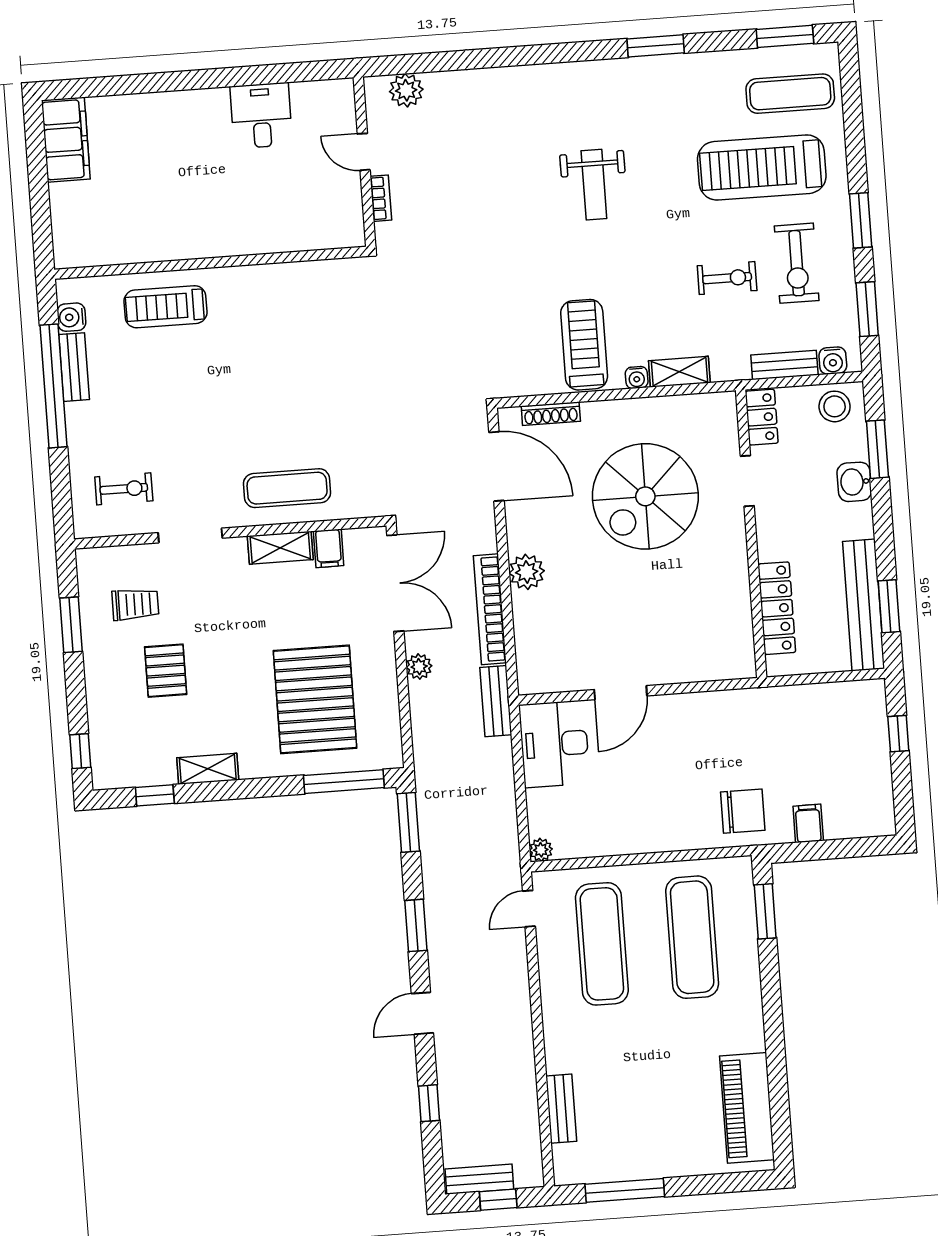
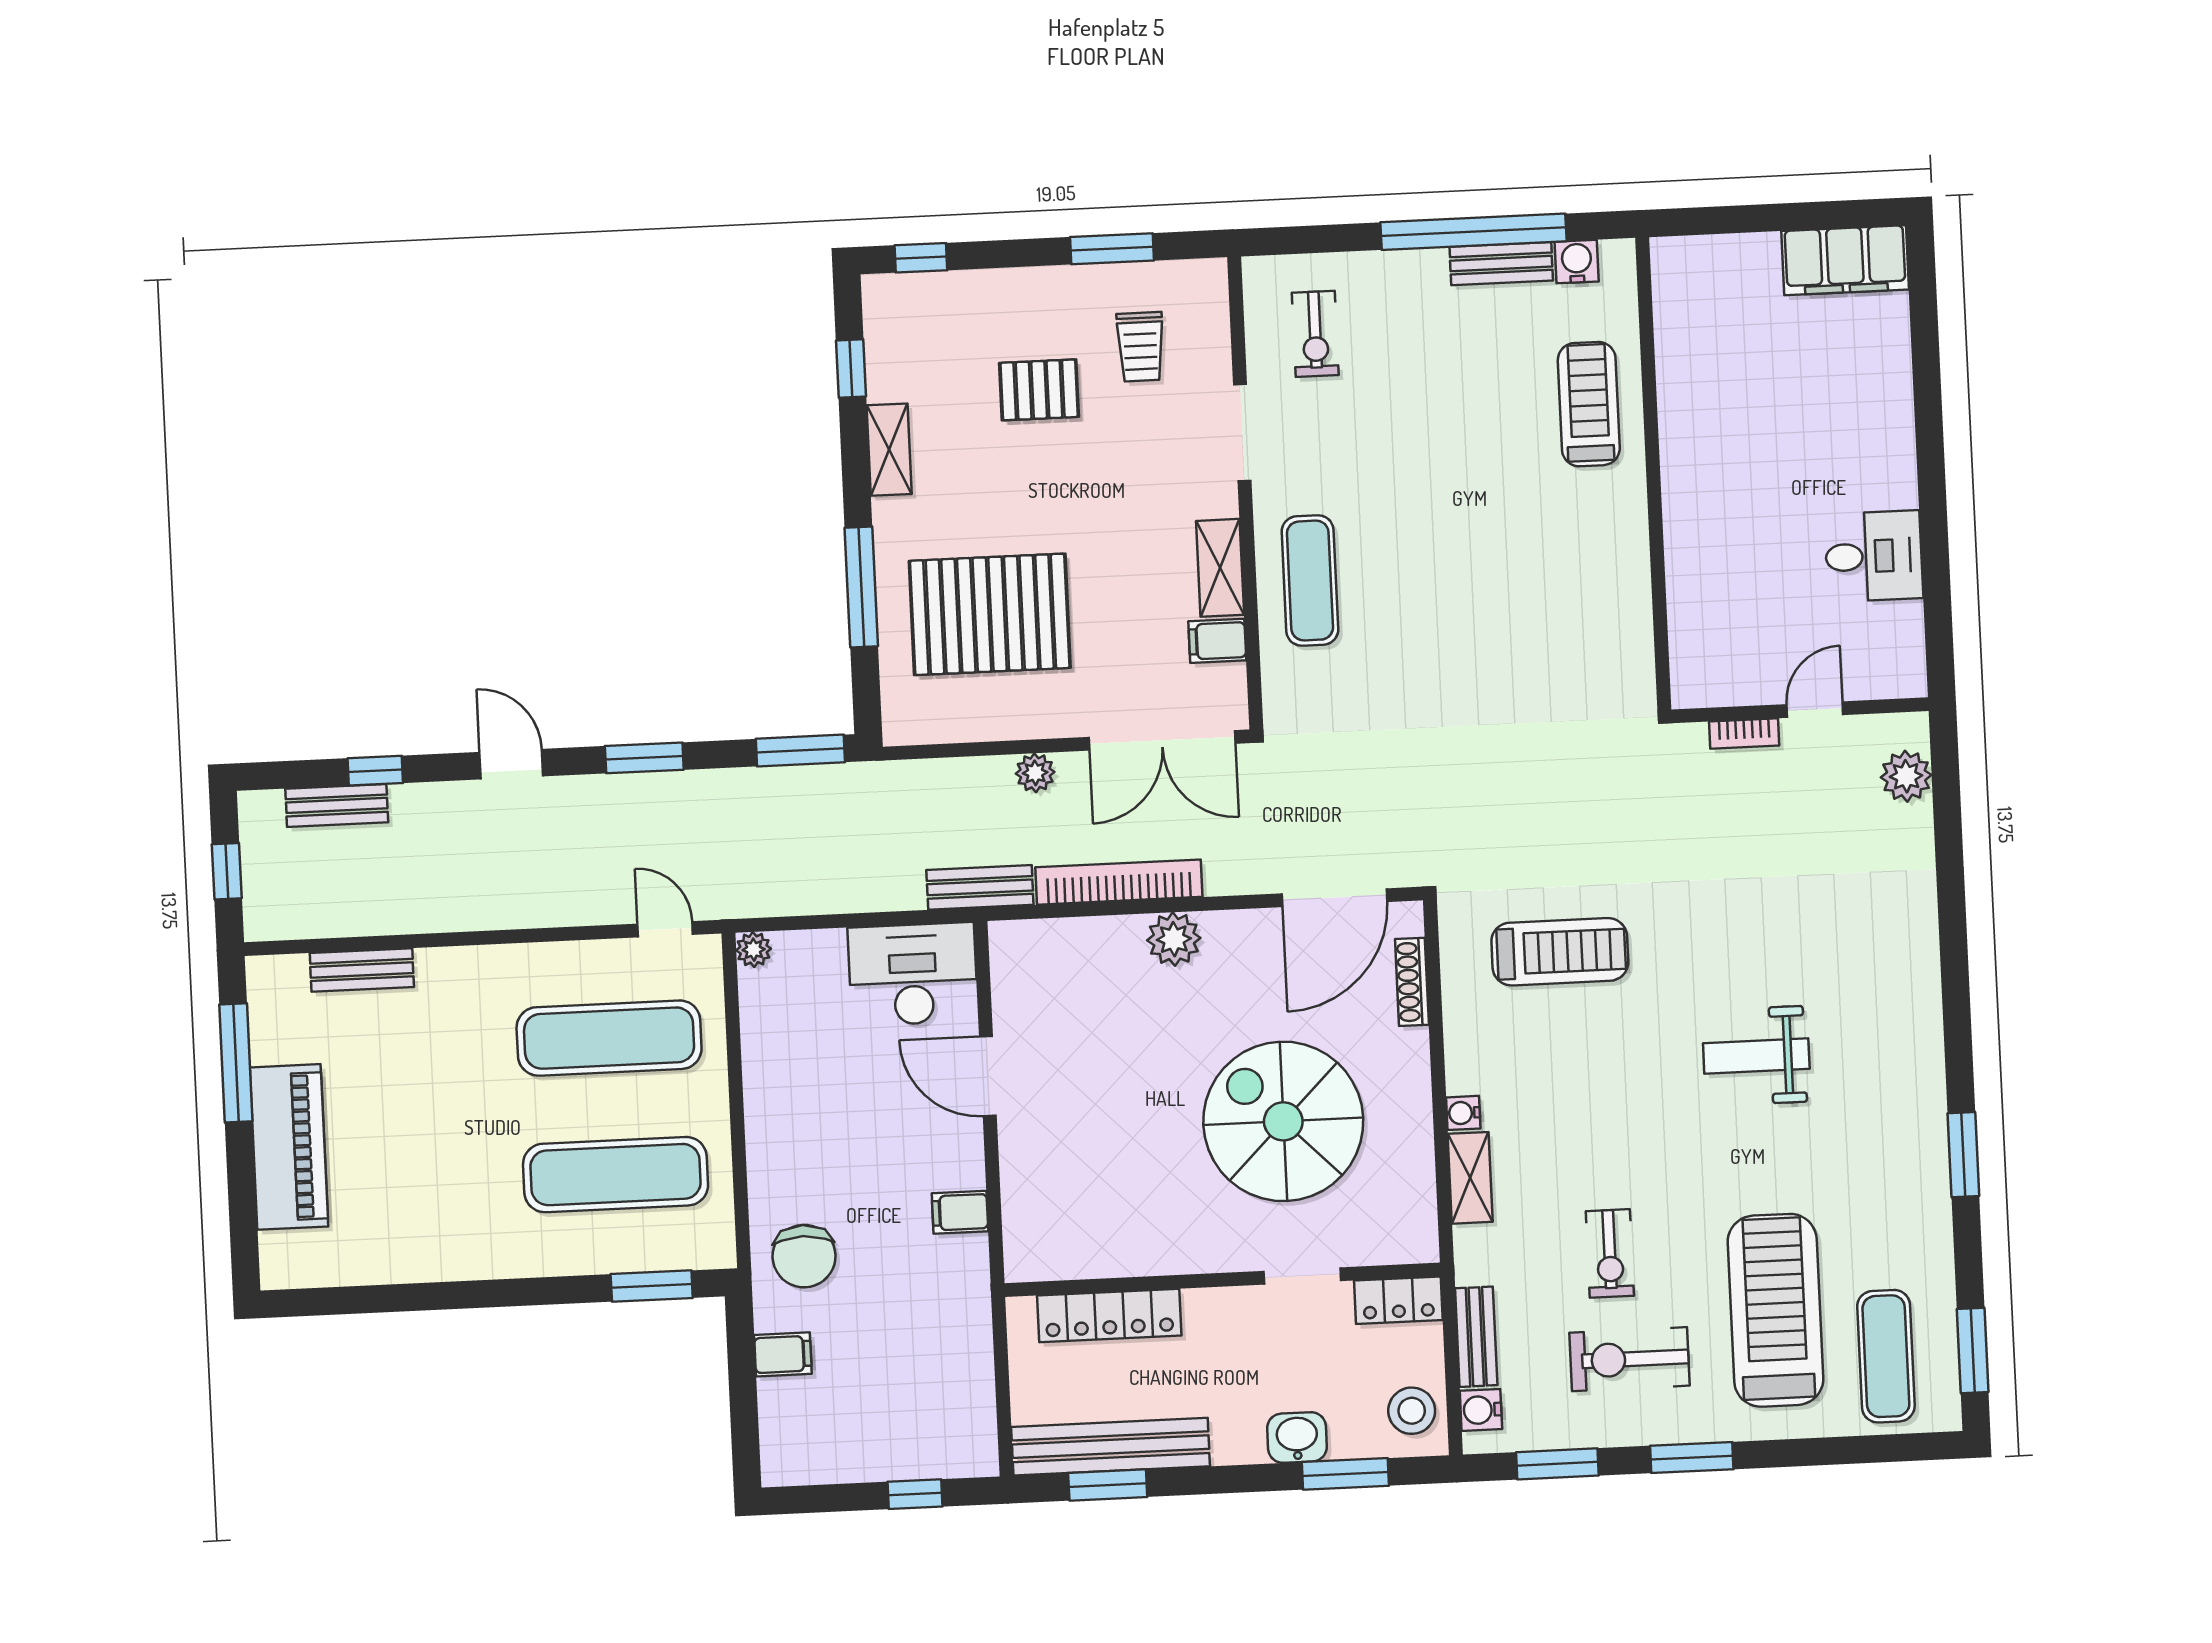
treadmill: (584, 345) -> (1560, 952), moved
filing cabinet: (711, 709) -> (960, 1212), added
window: (344, 782) -> (861, 587), moved
piano: (747, 1108) -> (289, 1147), moved, turned 90
bench: (479, 1179) -> (337, 805), moved, turned 90

